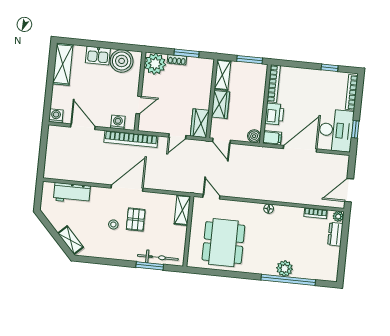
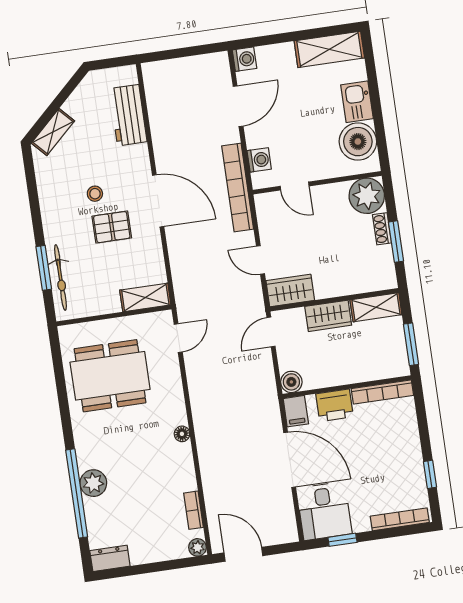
desk: (336, 130) -> (324, 511), width x0.73
dresser: (335, 234) -> (110, 558), moved

